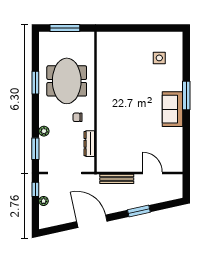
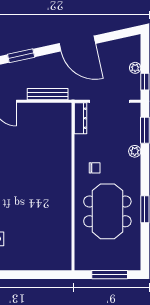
dresser: (89, 144) -> (81, 118), moved

